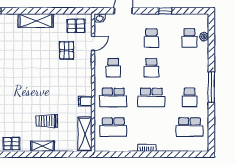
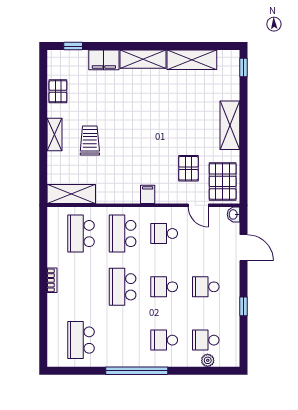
pallet: (76, 26) -> (223, 181), width x1.50, depth x1.42
pallet: (67, 50) -> (188, 168), turned 90
window: (211, 87) -> (137, 371), width x1.46
school desk: (189, 97) -> (164, 340), moved
filing cabinet: (85, 101) -> (148, 194), moved

